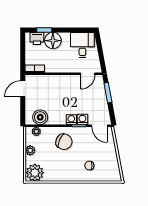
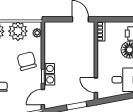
boiler: (40, 117) -> (52, 37), removed
chair: (64, 142) -> (27, 61), turned 142
plant: (30, 150) -> (18, 31), width x1.88, depth x1.88

